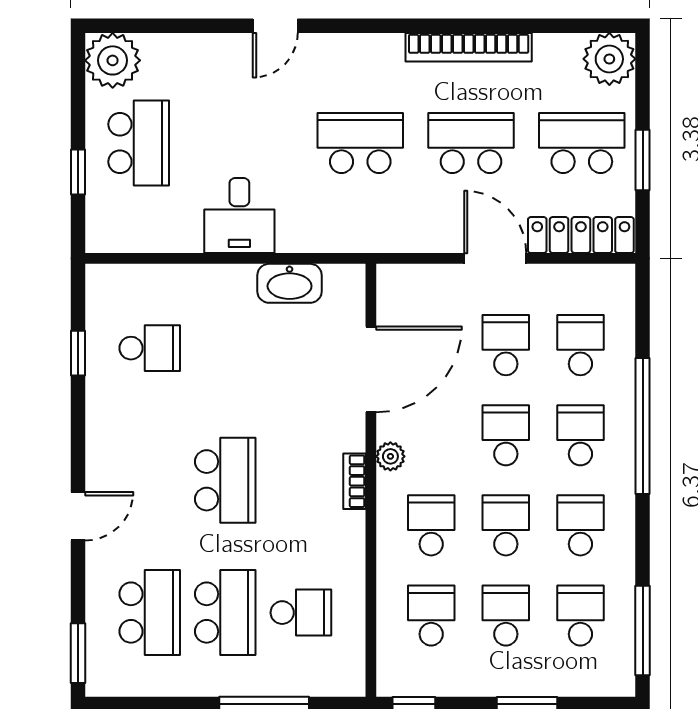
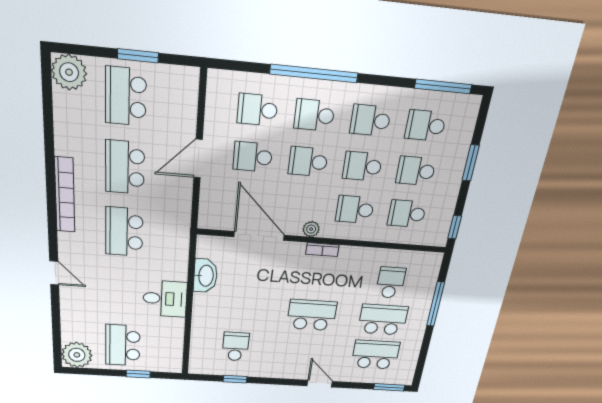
bookcase: (469, 47) -> (65, 195), moved
school desk: (139, 143) -> (123, 345), turned -90
locker: (581, 235) -> (186, 103), removed

